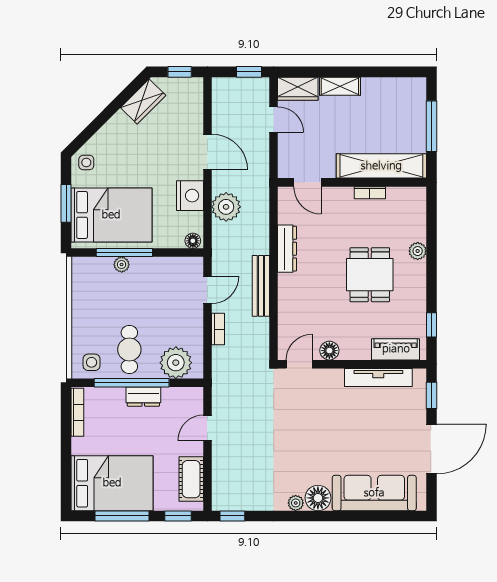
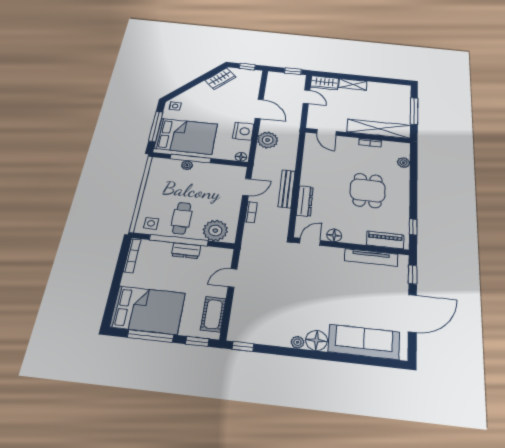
window: (66, 203) -> (156, 126), width x1.44
dresser: (287, 249) -> (305, 201), moved
plant: (418, 251) -> (404, 163), moved

